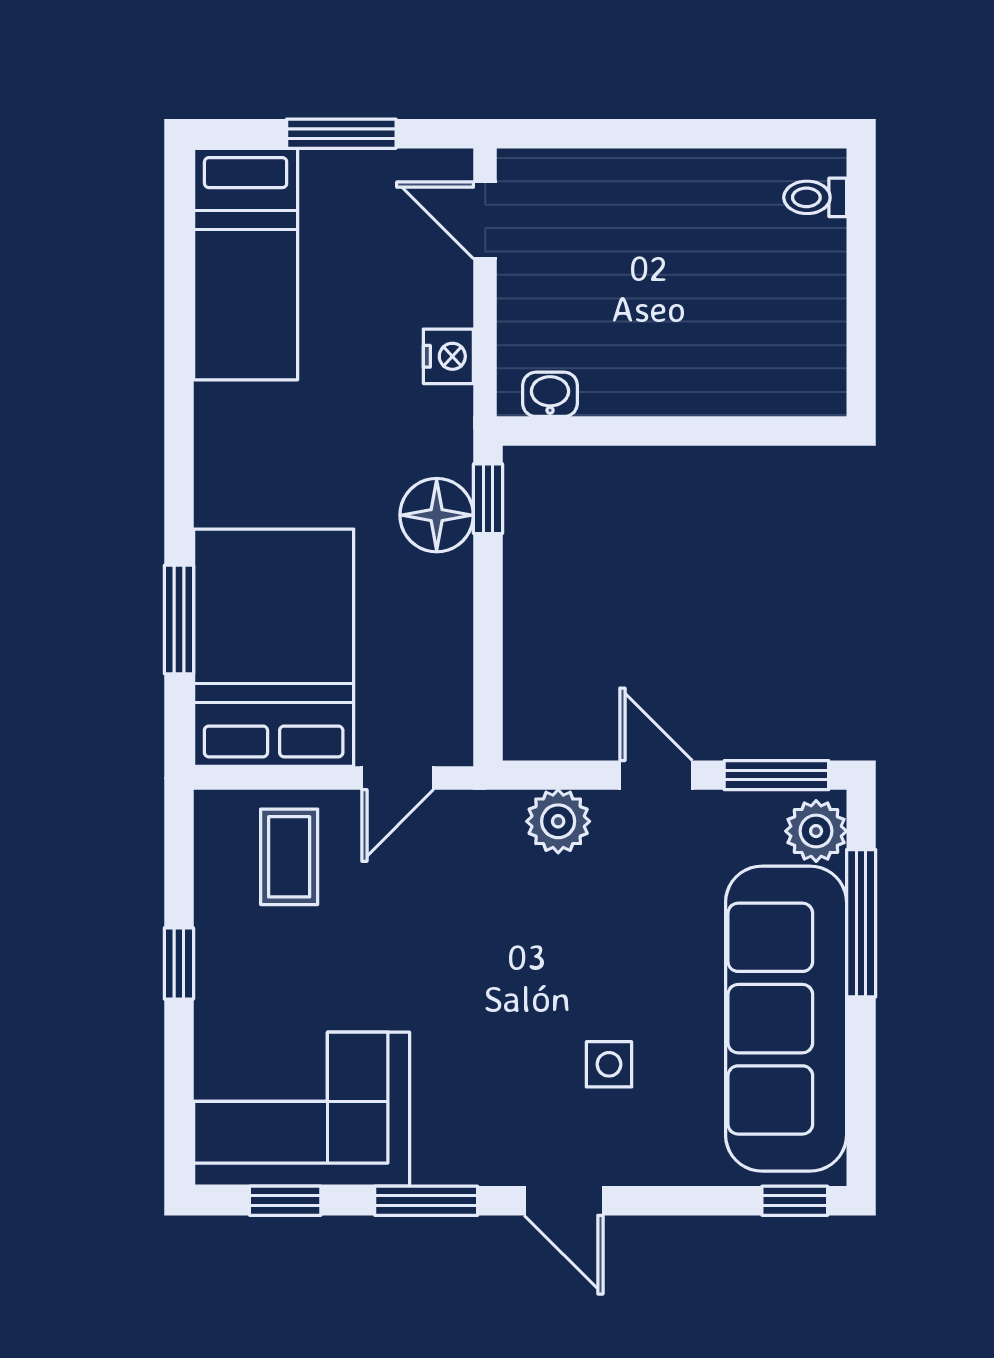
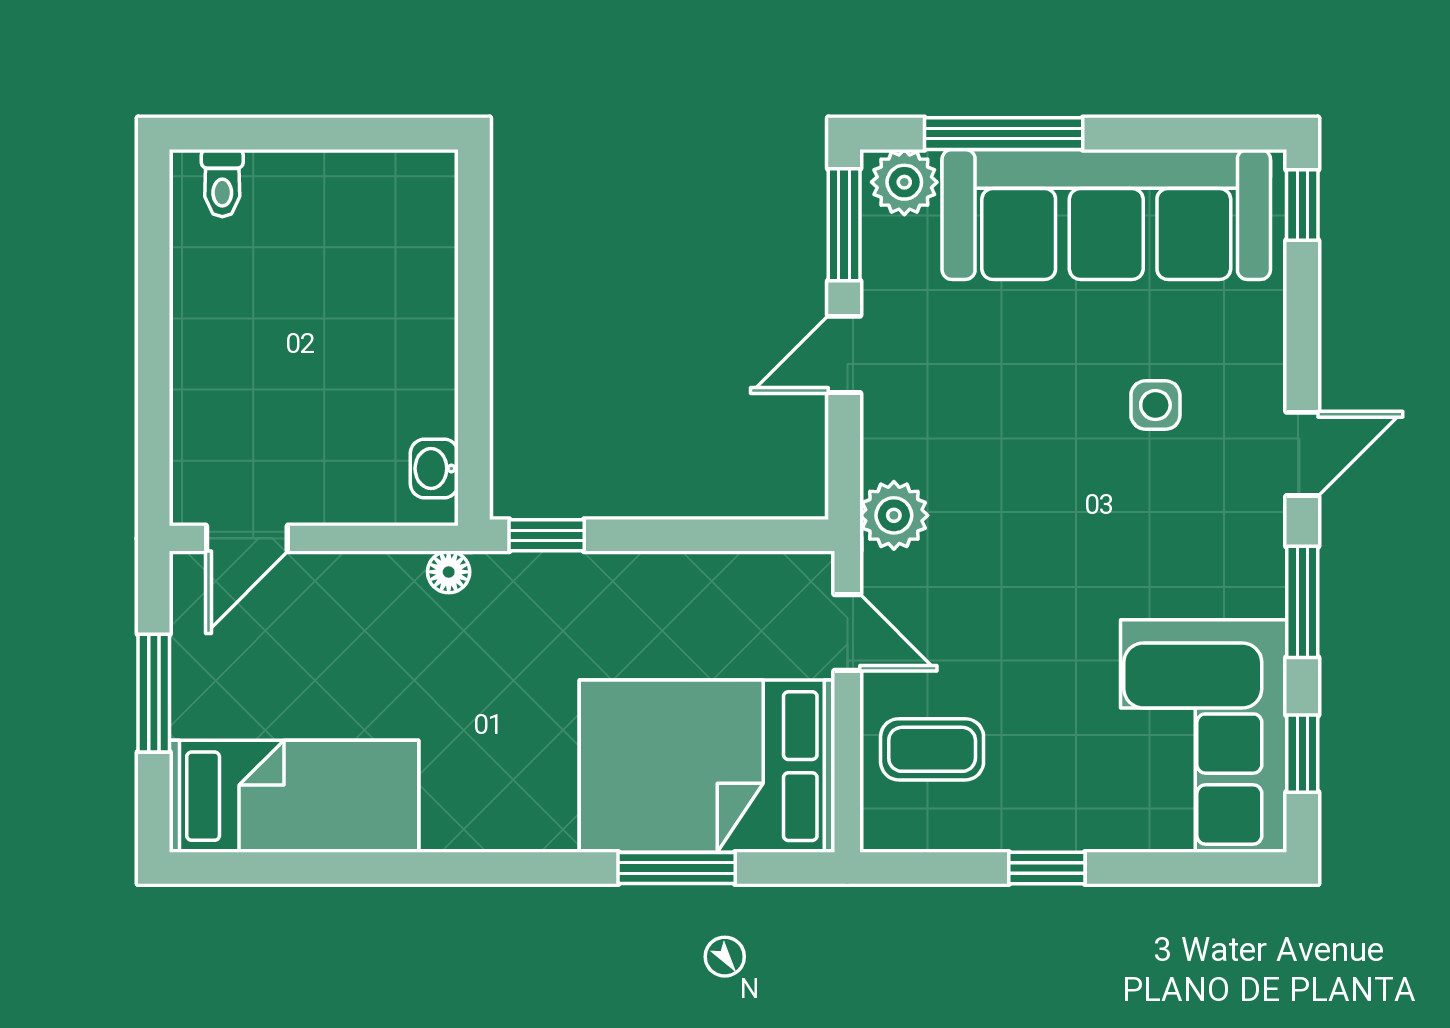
nightstand: (448, 356) -> (393, 578), removed
floor lamp: (437, 515) -> (449, 572), moved, width x0.53, depth x0.53
plant: (558, 821) -> (894, 515), moved

